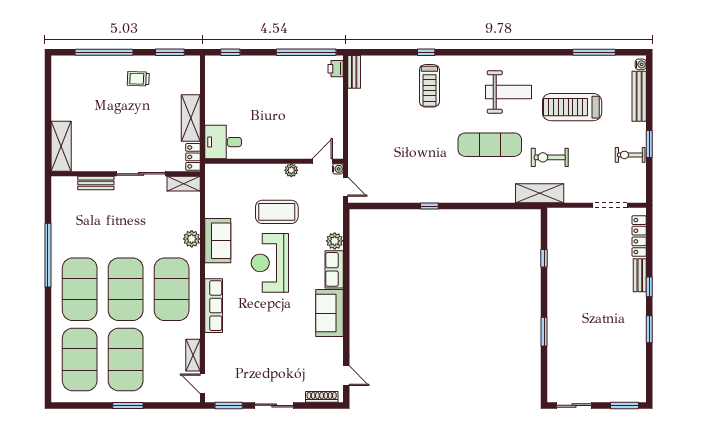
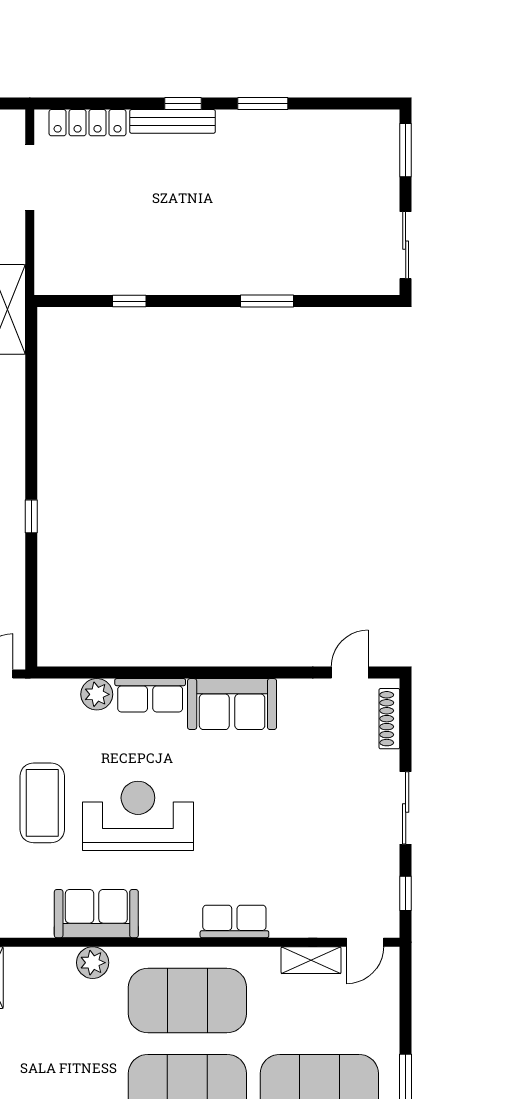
reception desk: (270, 263) -> (138, 816), turned 180
bench: (640, 275) -> (172, 121), width x1.36
row of seats: (214, 306) -> (234, 921), width x0.68
window: (229, 405) -> (406, 893), width x0.67

